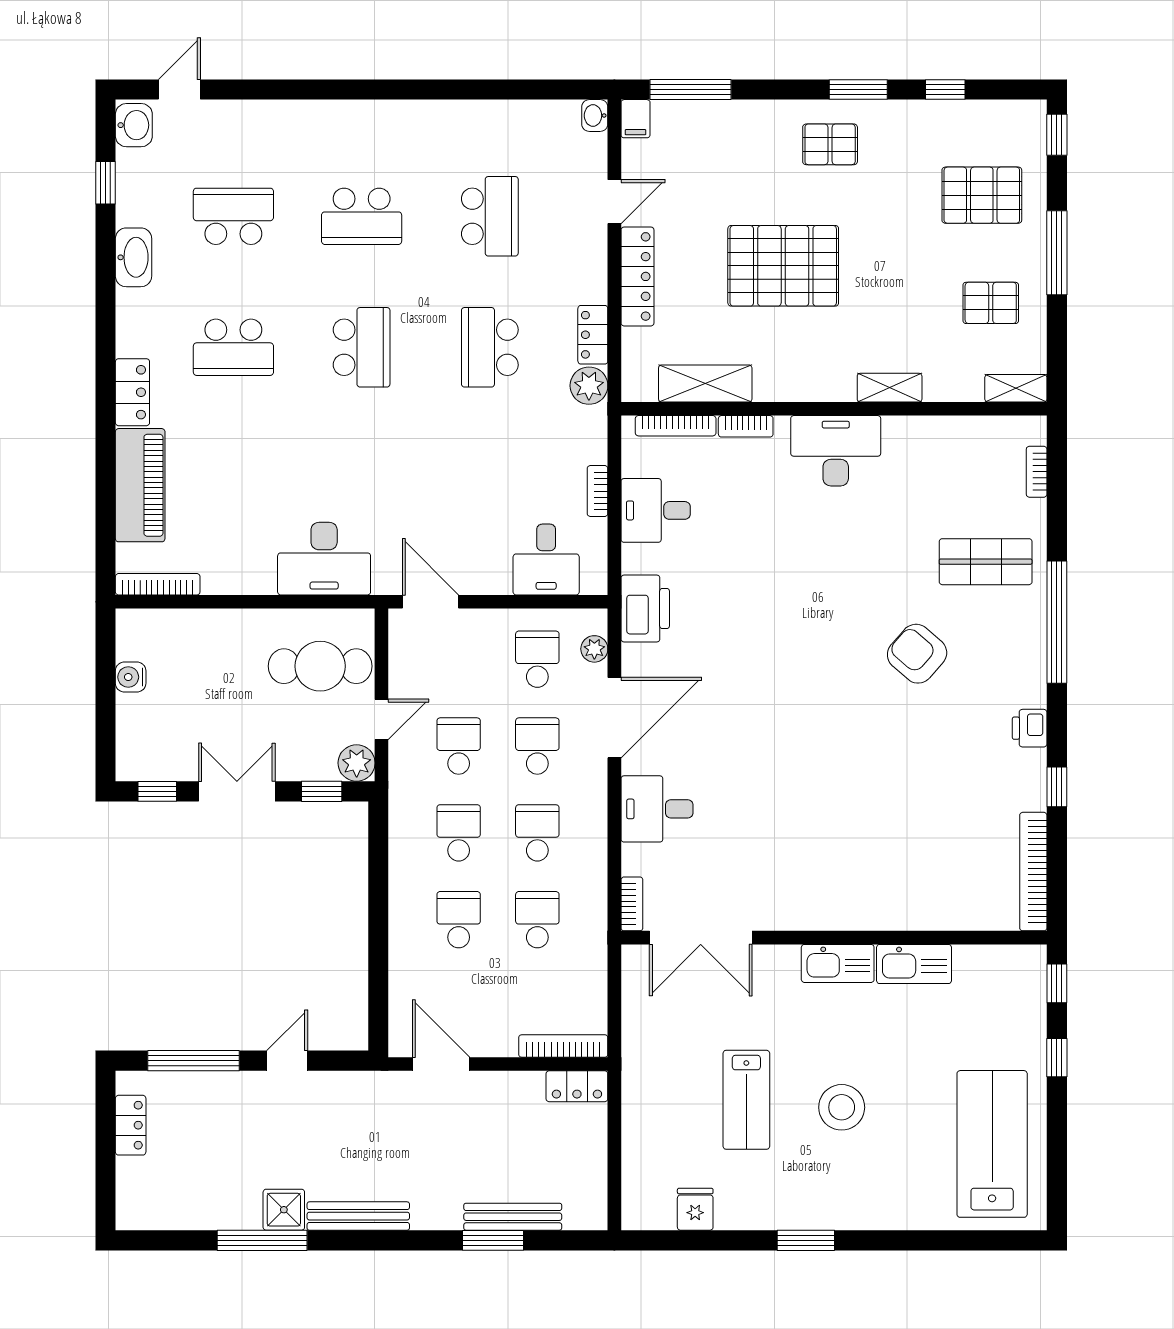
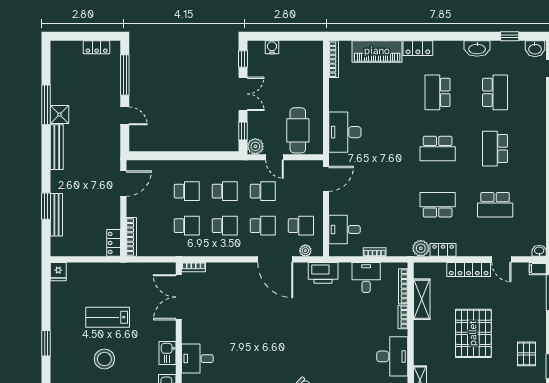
water cooler: (131, 677) -> (272, 47), moved
desk: (657, 809) -> (197, 359), moved, turned -90
kitchen sink: (838, 963) -> (167, 353), width x0.73
fridge: (695, 1209) -> (58, 272), moved, turned 90

